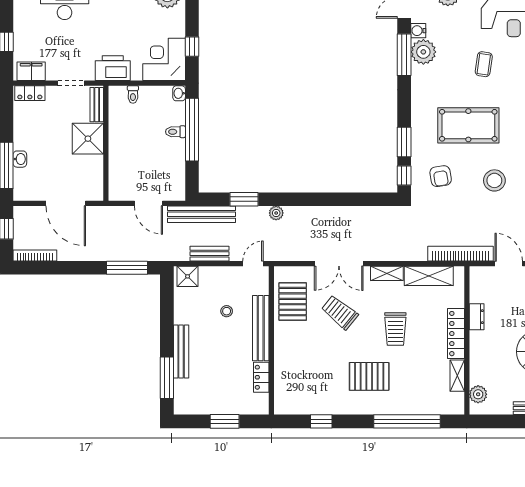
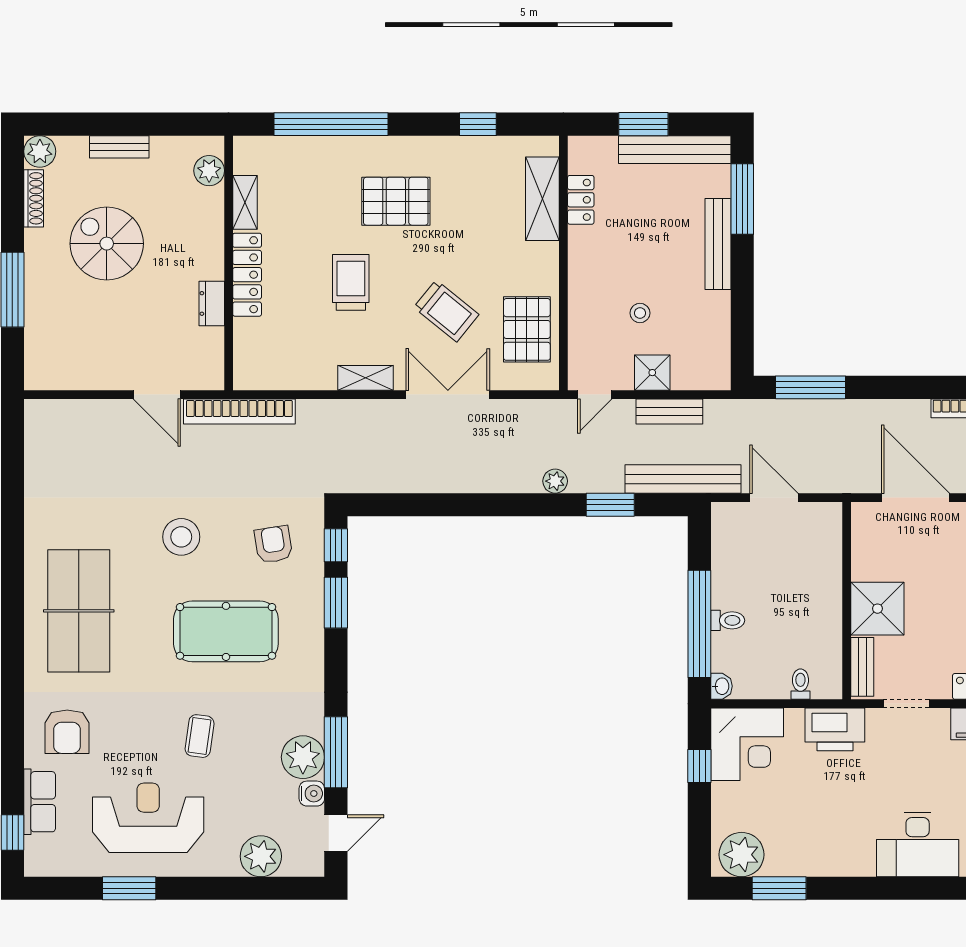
shower: (188, 276) -> (652, 373), moved
shelving: (429, 276) -> (542, 199), moved, turned 90
bench: (261, 328) -> (675, 150), moved, turned 90

